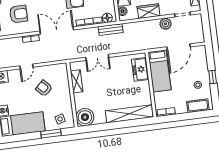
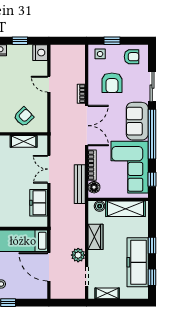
bench: (111, 30) -> (80, 184), width x1.36
freezer: (140, 69) -> (39, 203), moved, turned -90
armchair: (44, 88) -> (24, 117), moved

